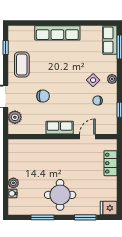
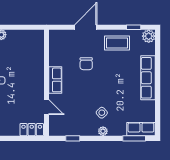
chair: (98, 101) -> (82, 117), removed
plant: (15, 117) -> (149, 36), moved
locker: (110, 163) -> (32, 130), moved

